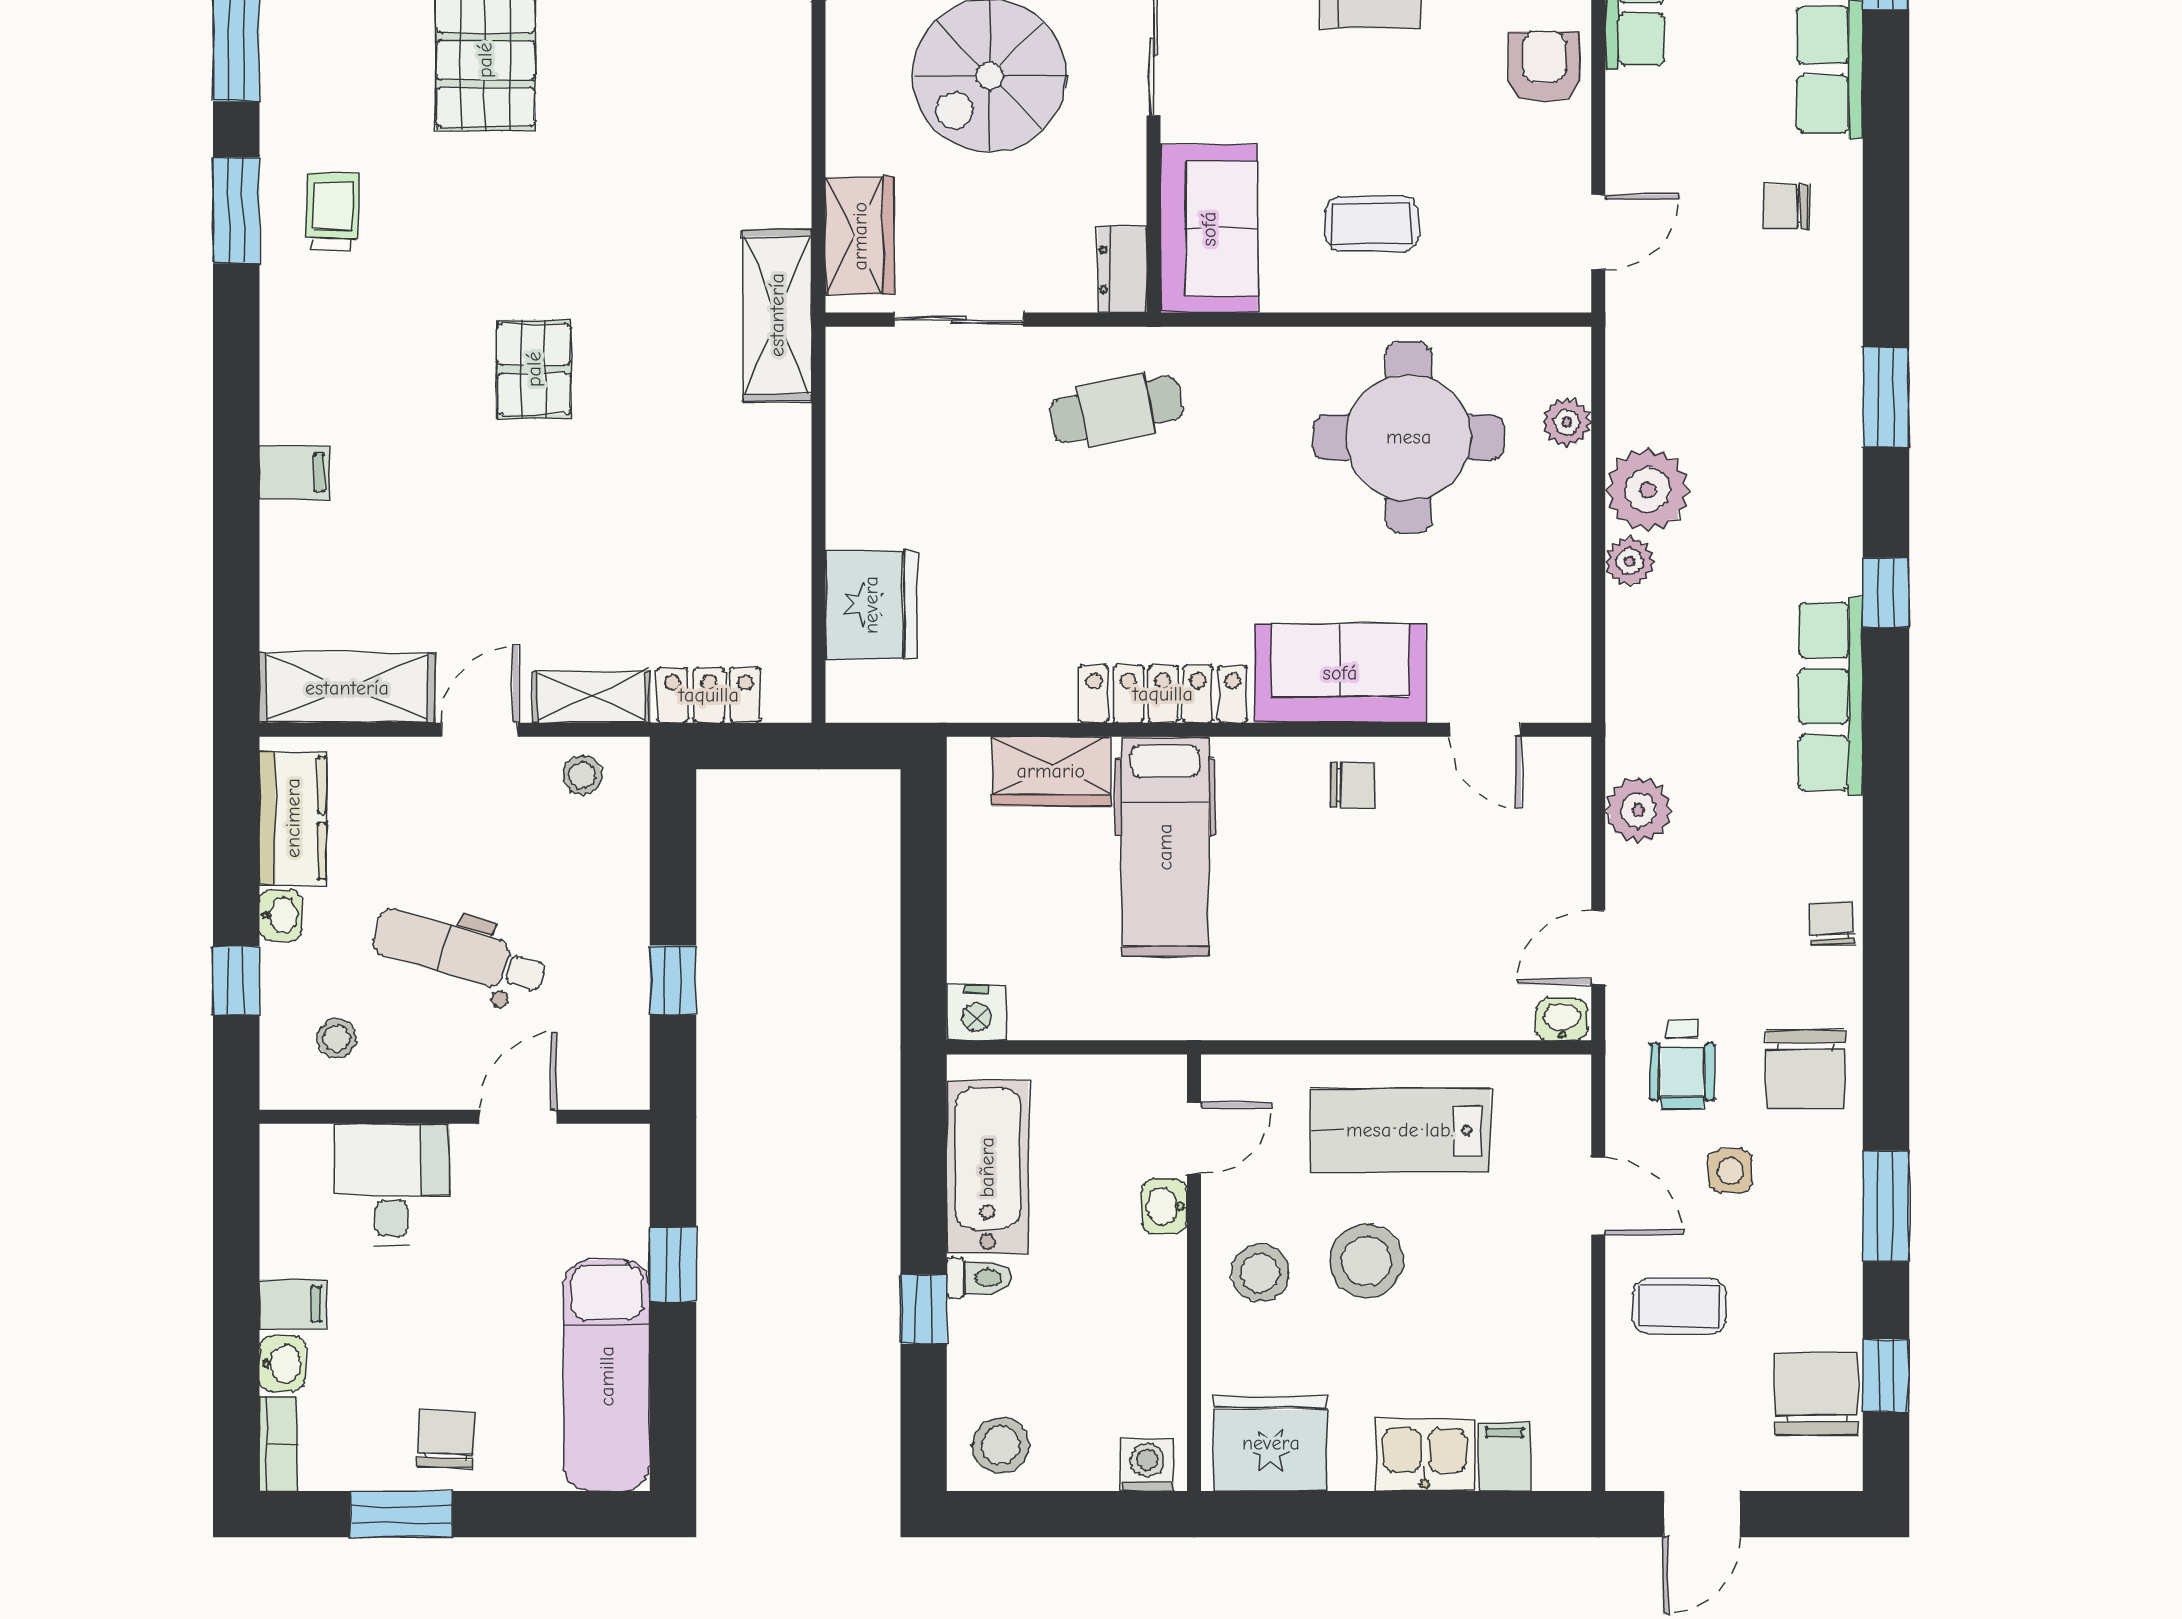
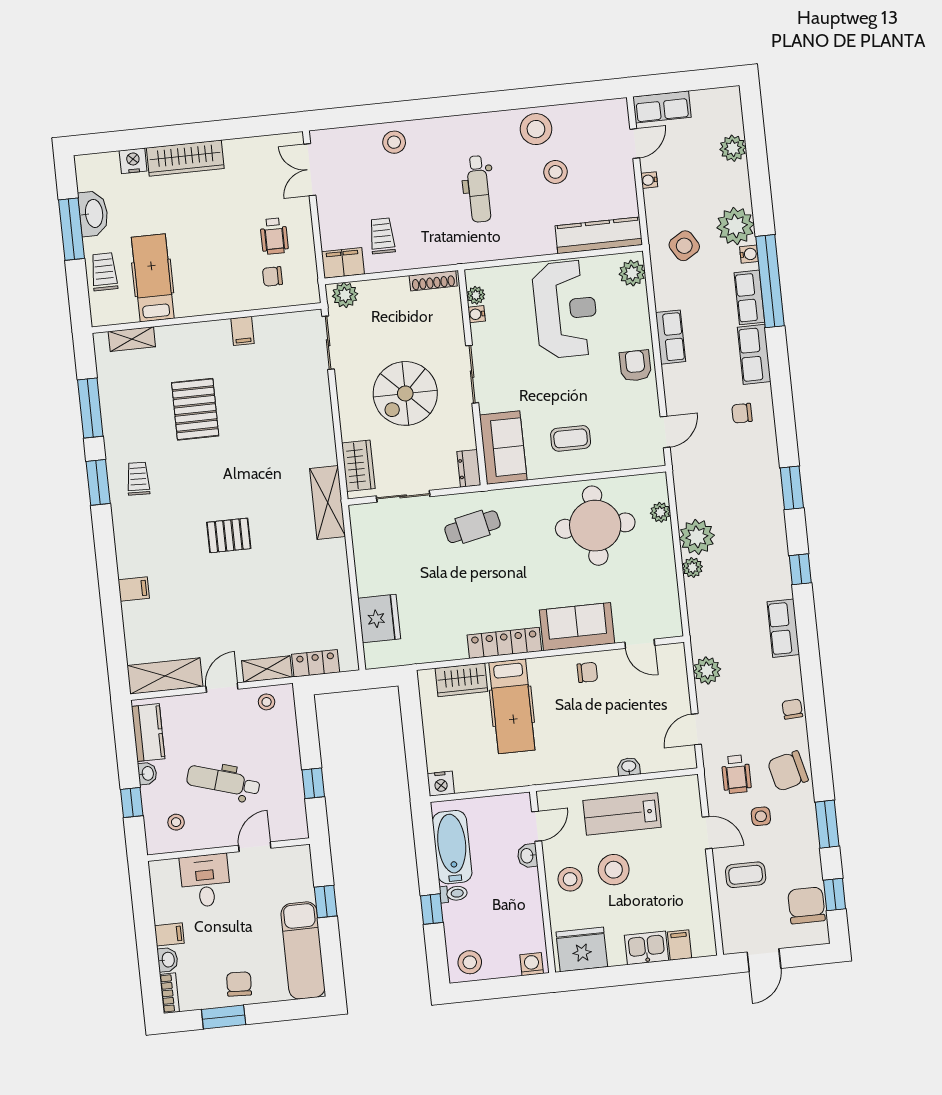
pallet: (534, 369) -> (229, 535), turned 90
row of seats: (1831, 696) -> (783, 628), width x0.68
washbasin: (1562, 1020) -> (629, 767), moved
chair: (1806, 1070) -> (788, 771), turned 76

